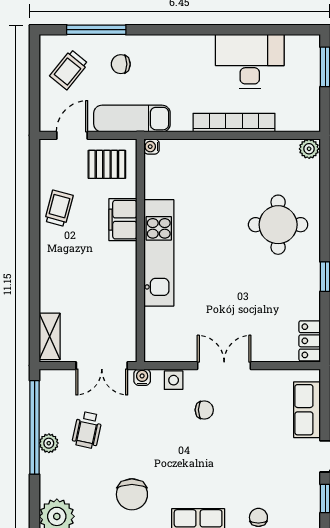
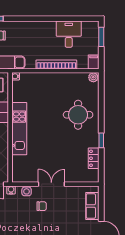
desk: (250, 61) -> (69, 34), width x0.73
filing cabinet: (310, 117) -> (94, 62), added
locker: (310, 341) -> (94, 158), moved

